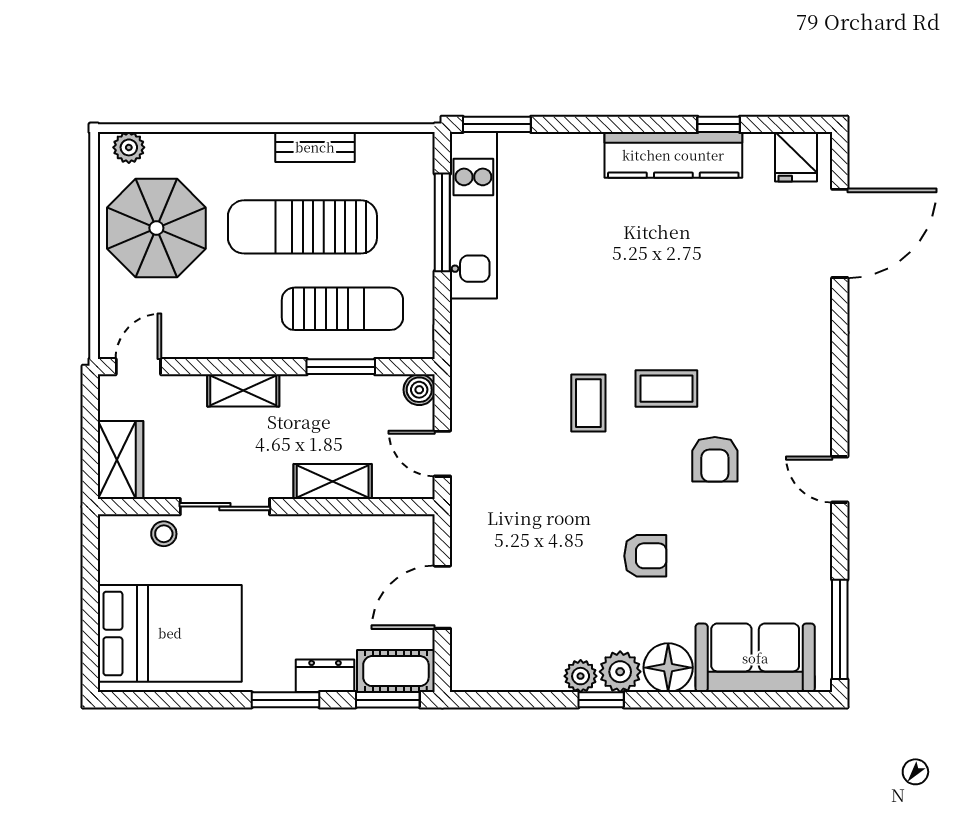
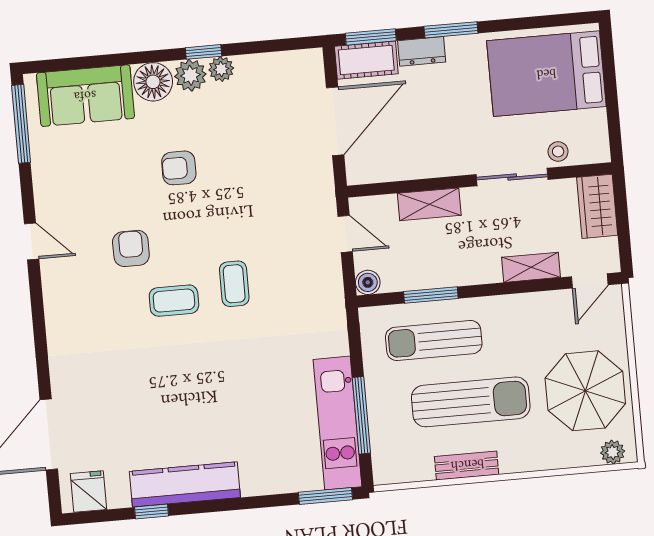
shelving: (243, 390) -> (531, 267), moved
door: (442, 597) -> (335, 121), width x1.36

